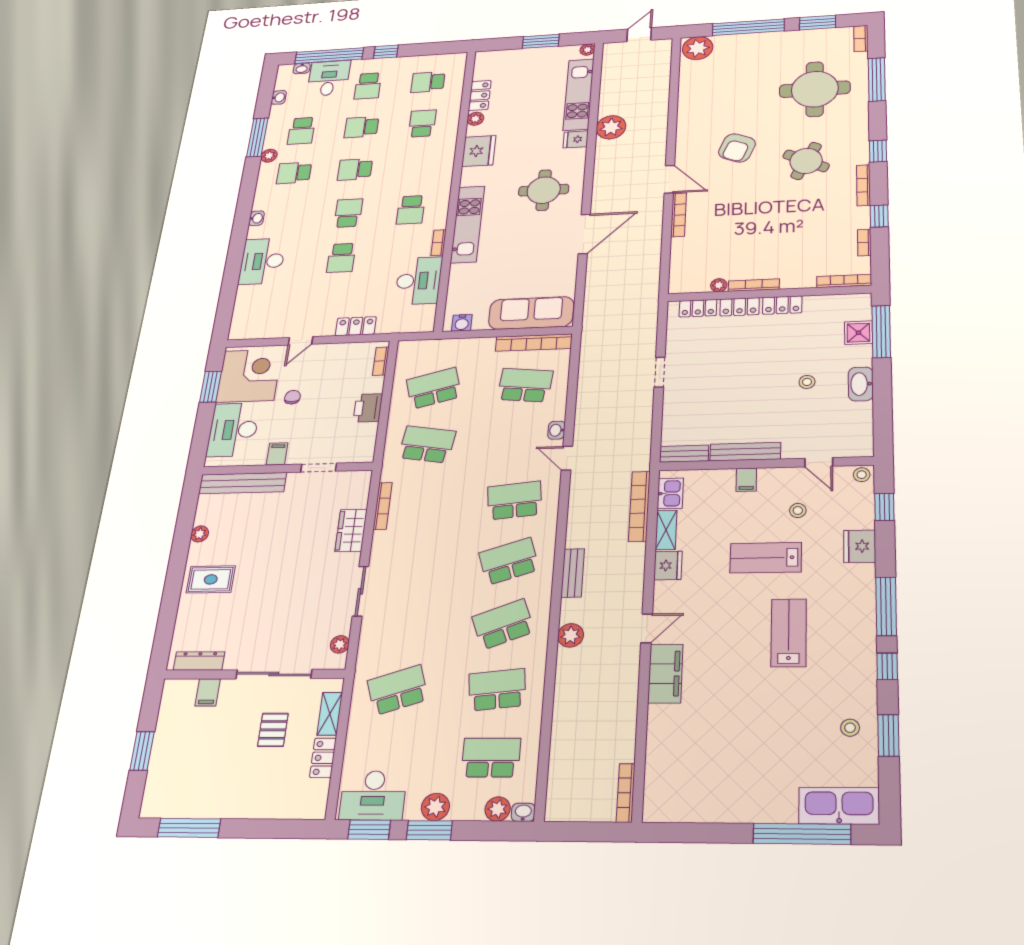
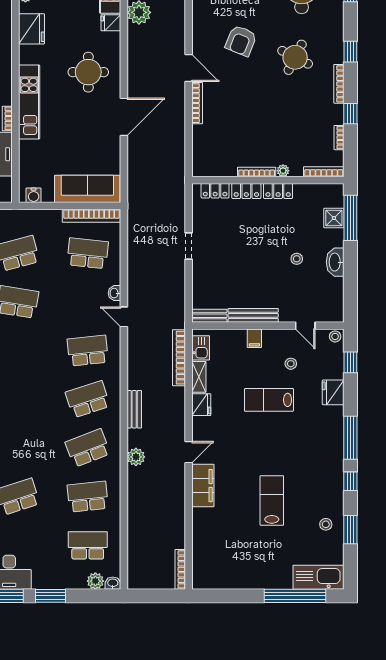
plant: (719, 285) -> (283, 171), moved
lab bench: (789, 633) -> (272, 501), moved
plant: (435, 807) -> (53, 580), removed

